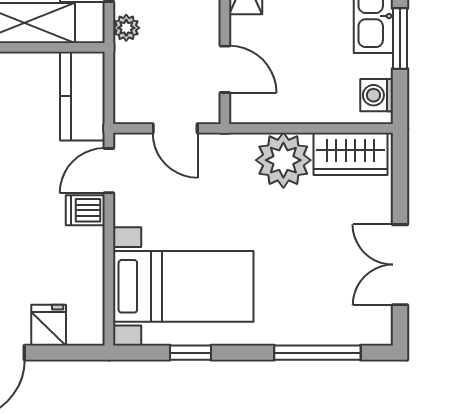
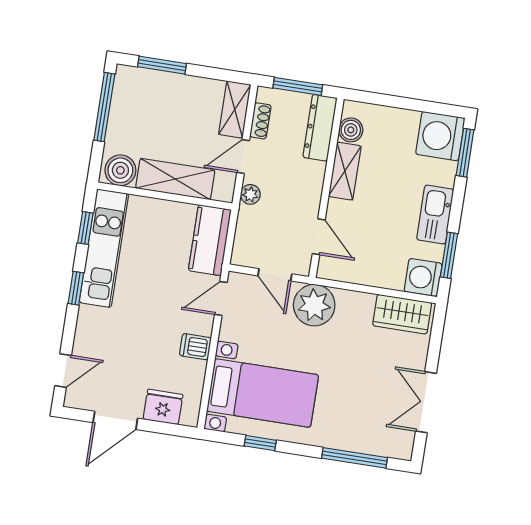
window: (400, 38) -> (449, 255), moved
washing machine: (377, 95) -> (423, 277), width x1.38, depth x1.38
plant: (283, 160) -> (314, 305), moved
dishwasher: (85, 210) -> (195, 347), moved
fridge: (49, 325) -> (163, 407), width x1.38

